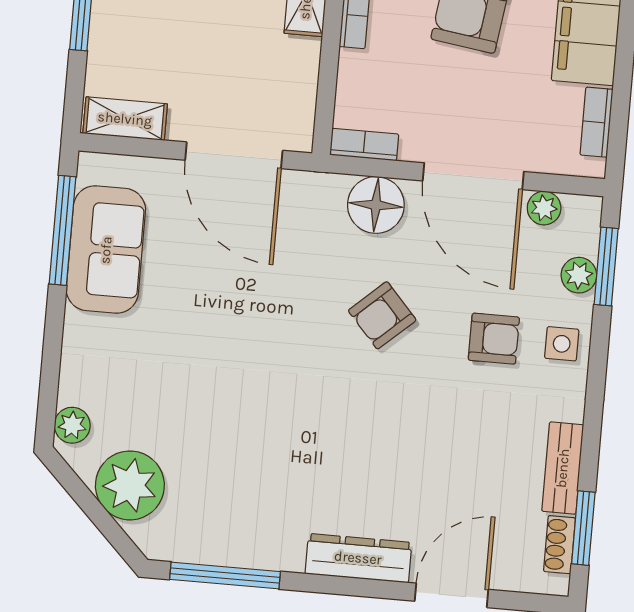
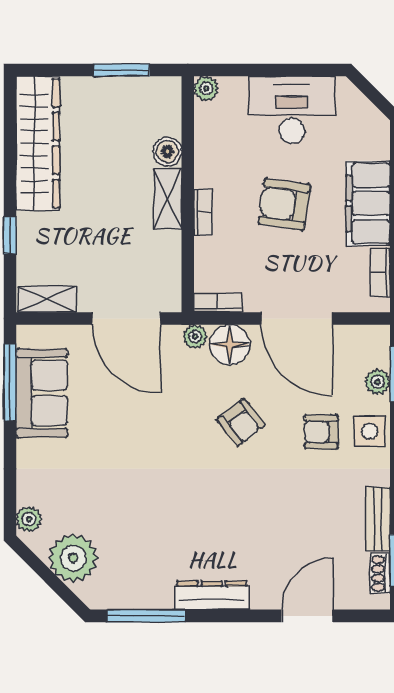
plant: (544, 208) -> (195, 337), moved
armchair: (382, 315) -> (241, 422), turned -86
armchair: (494, 339) -> (321, 432), turned 180
side table: (562, 344) -> (370, 431), width x1.37, depth x1.37
dresser: (358, 558) -> (212, 595), moved

